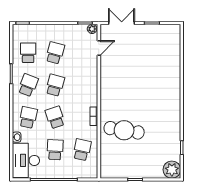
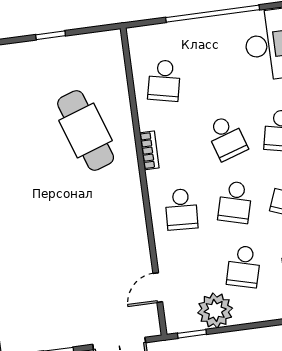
plant: (92, 29) -> (215, 310), moved, width x1.88, depth x1.88
cafe table: (124, 130) -> (86, 130), turned 62
school desk: (55, 150) -> (181, 209), moved

